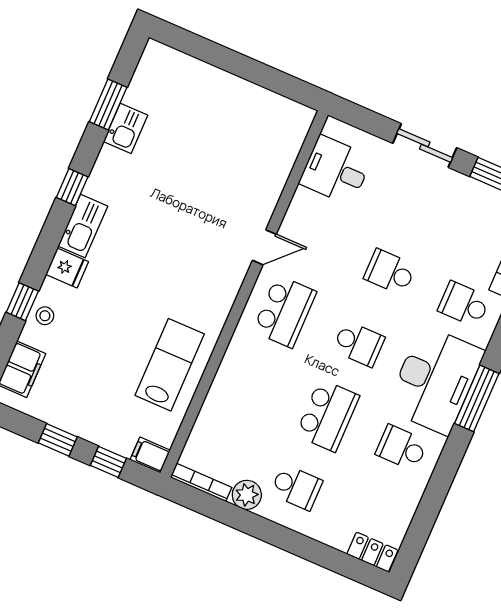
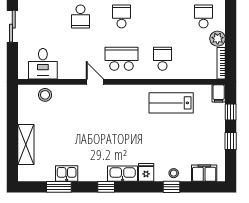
shelving: (207, 79) -> (26, 145), added
stool: (280, 150) -> (45, 95), added
school desk: (327, 416) -> (163, 59), moved, width x0.54

